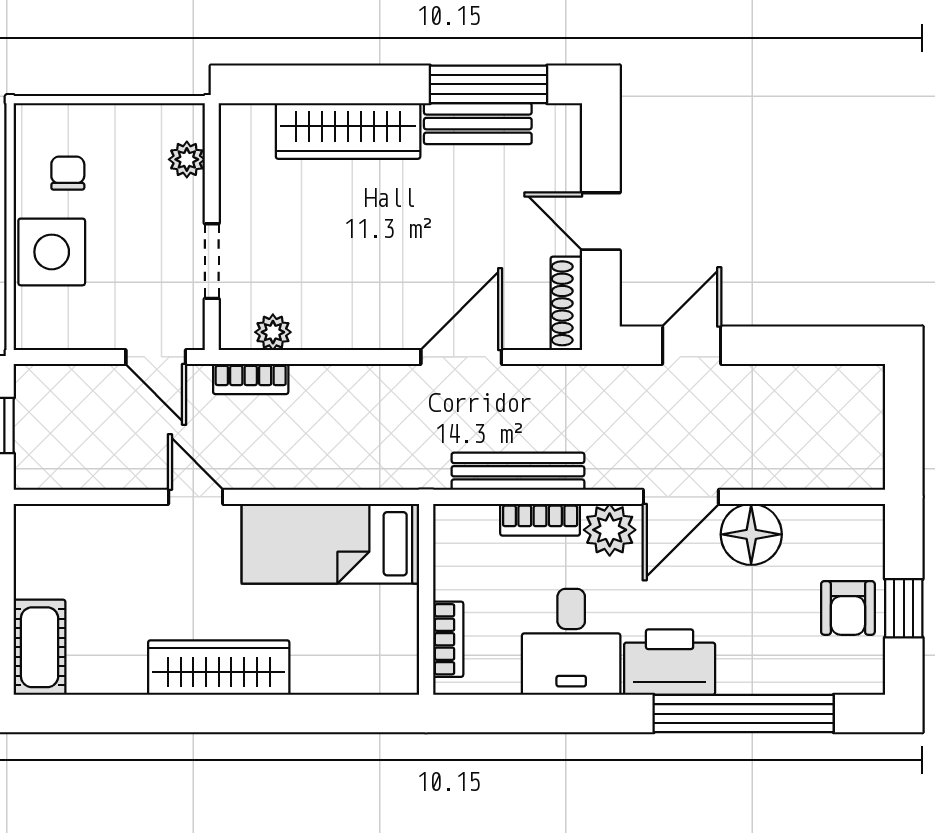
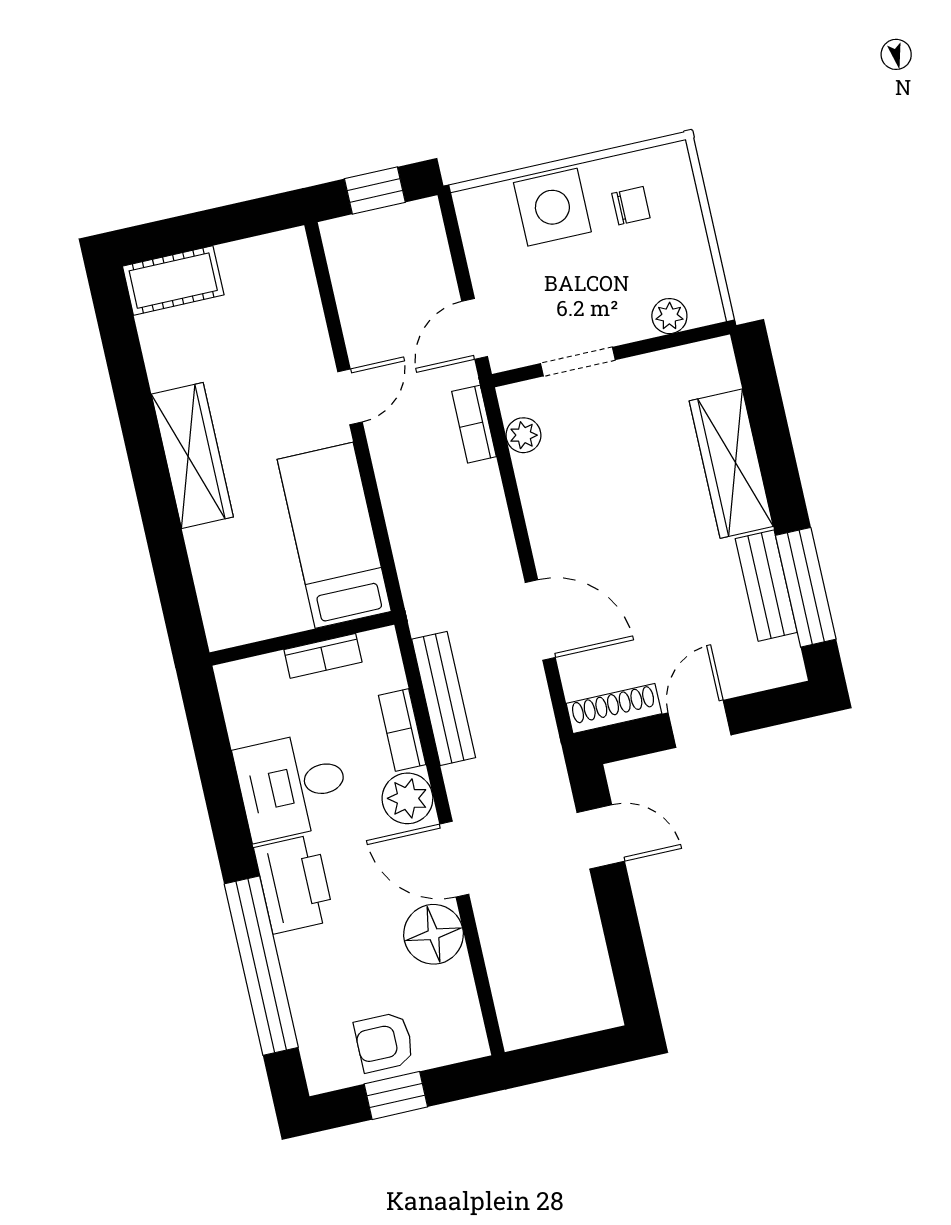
bookcase: (448, 639) -> (323, 656), moved

